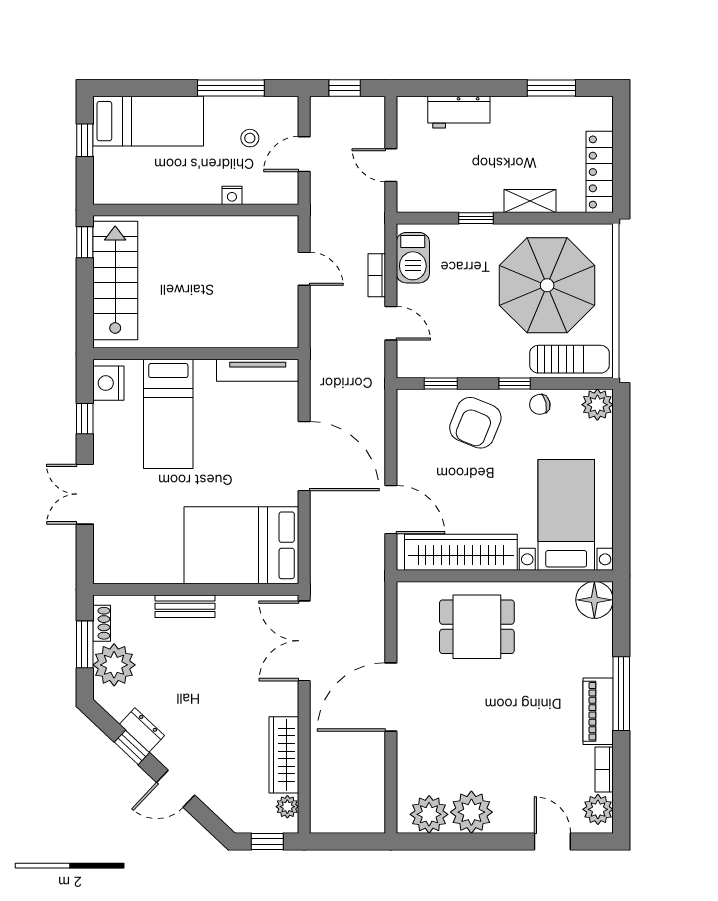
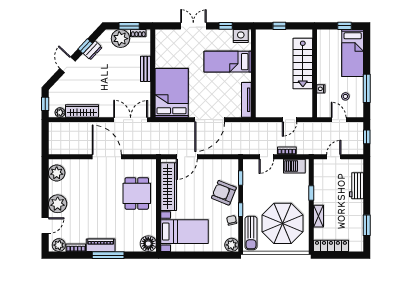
window: (85, 242) -> (279, 26), moved
stairs: (115, 280) -> (303, 64), moved, turned 90
plant: (471, 812) -> (58, 204), moved

